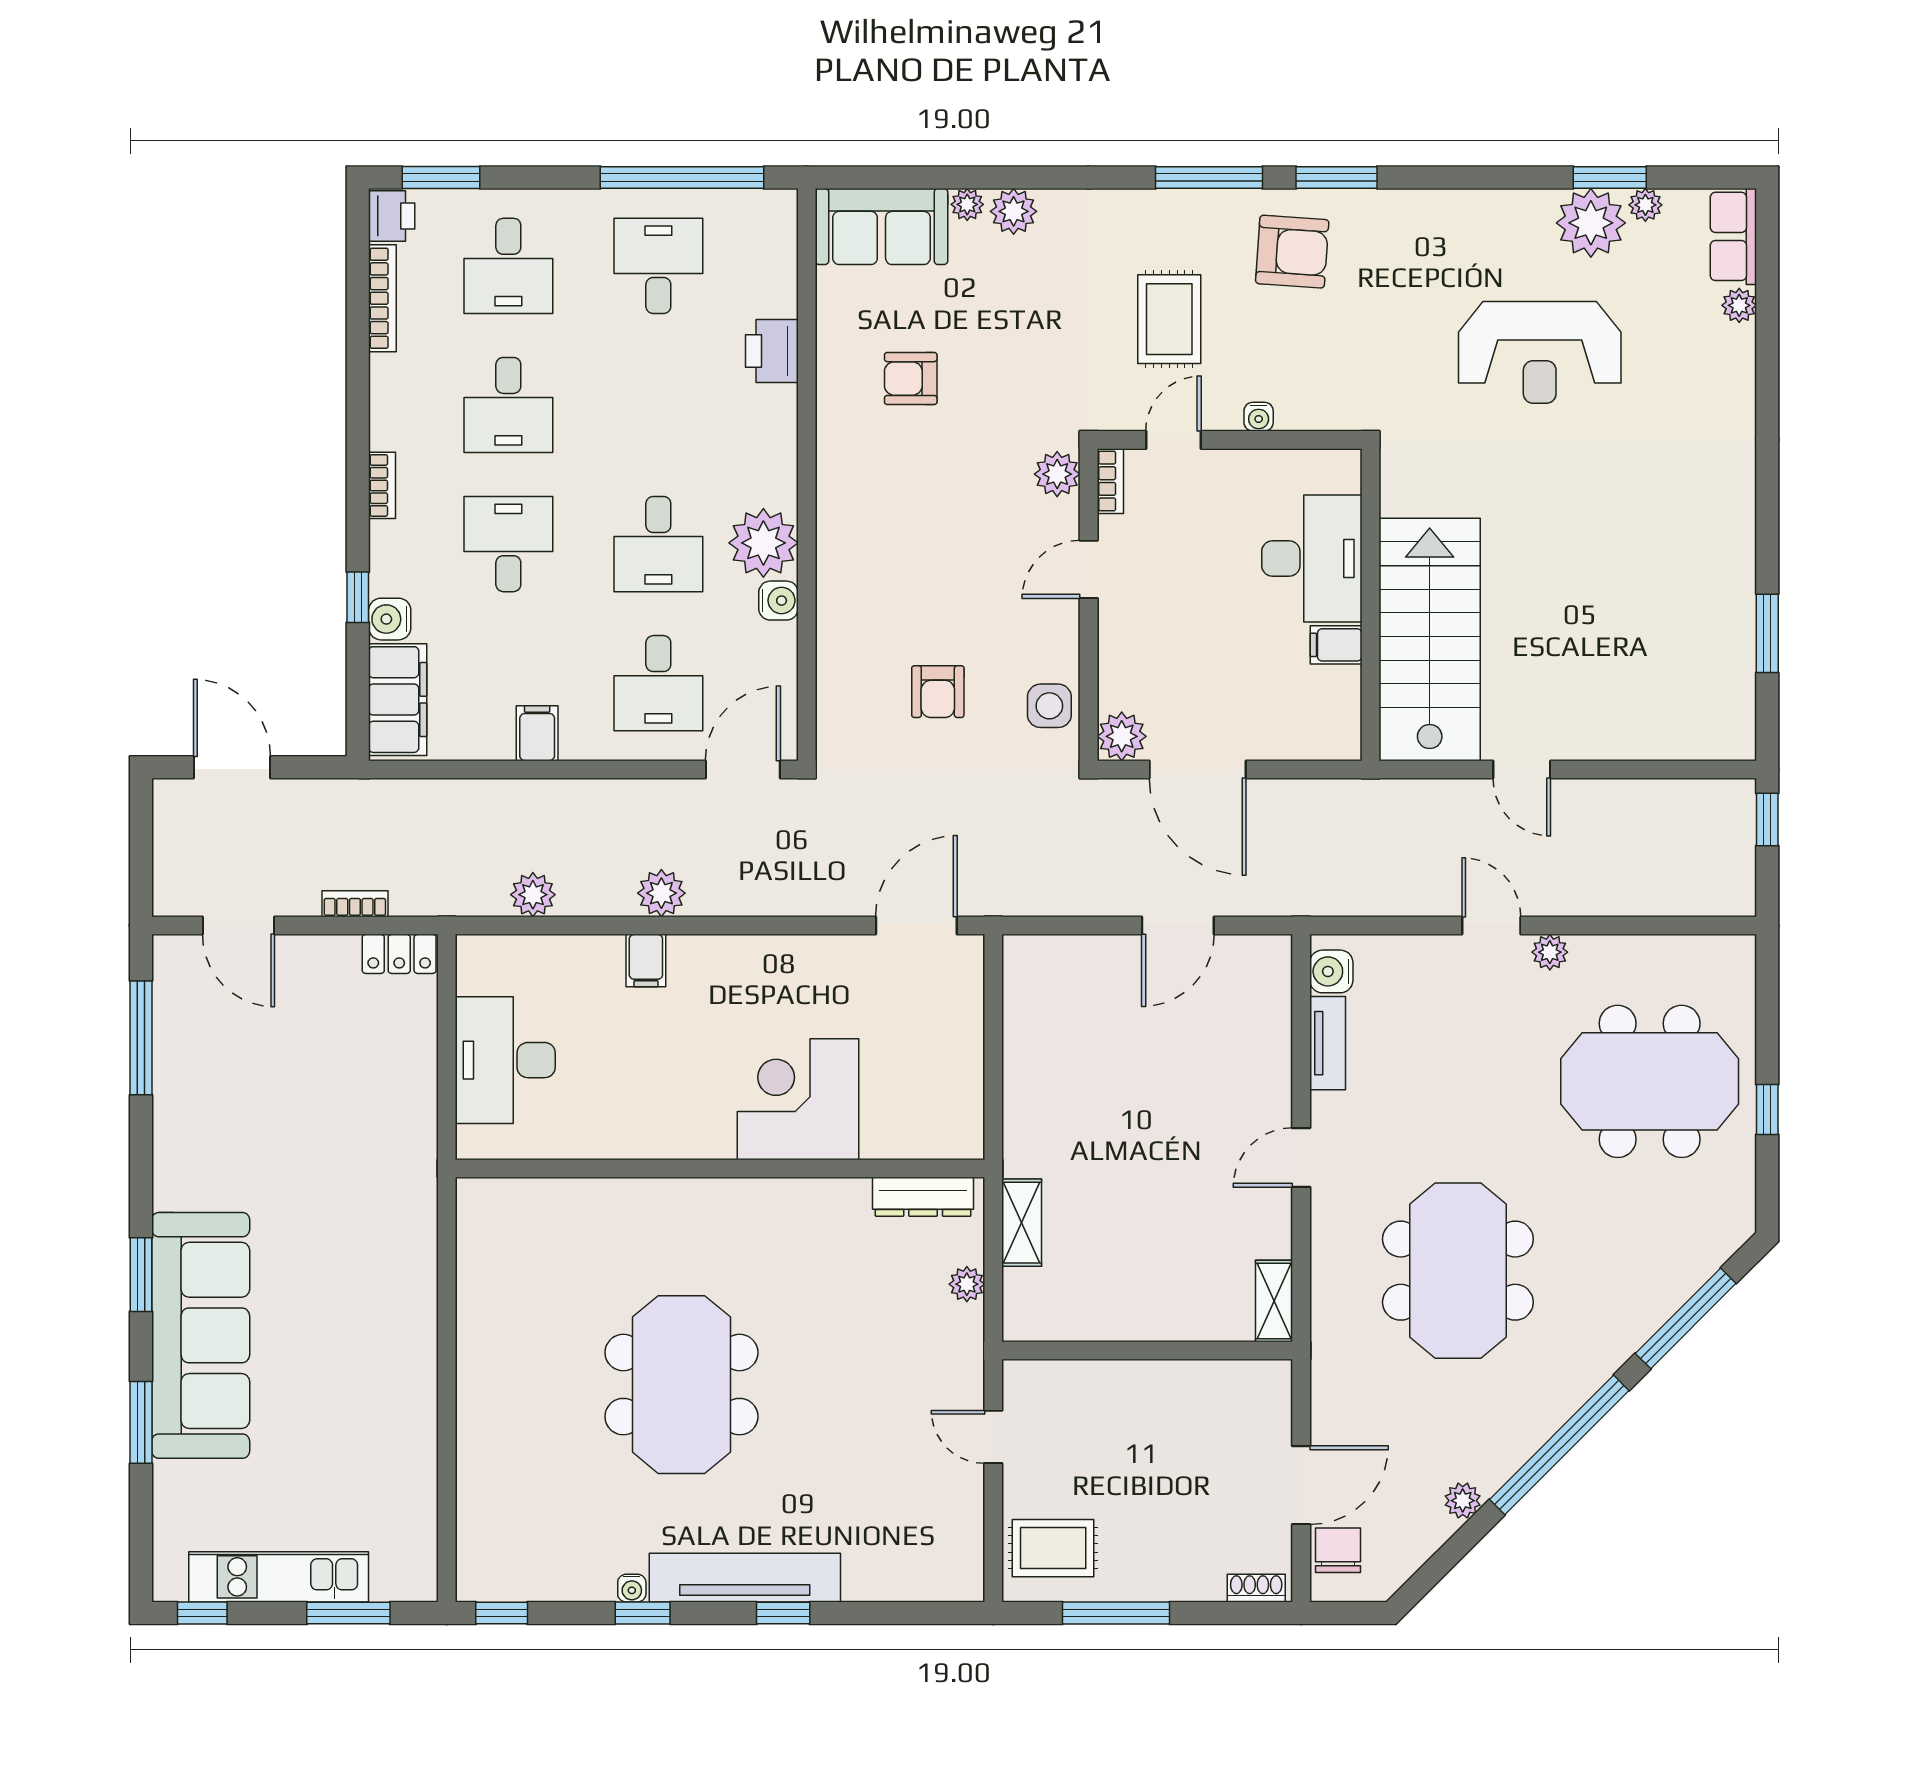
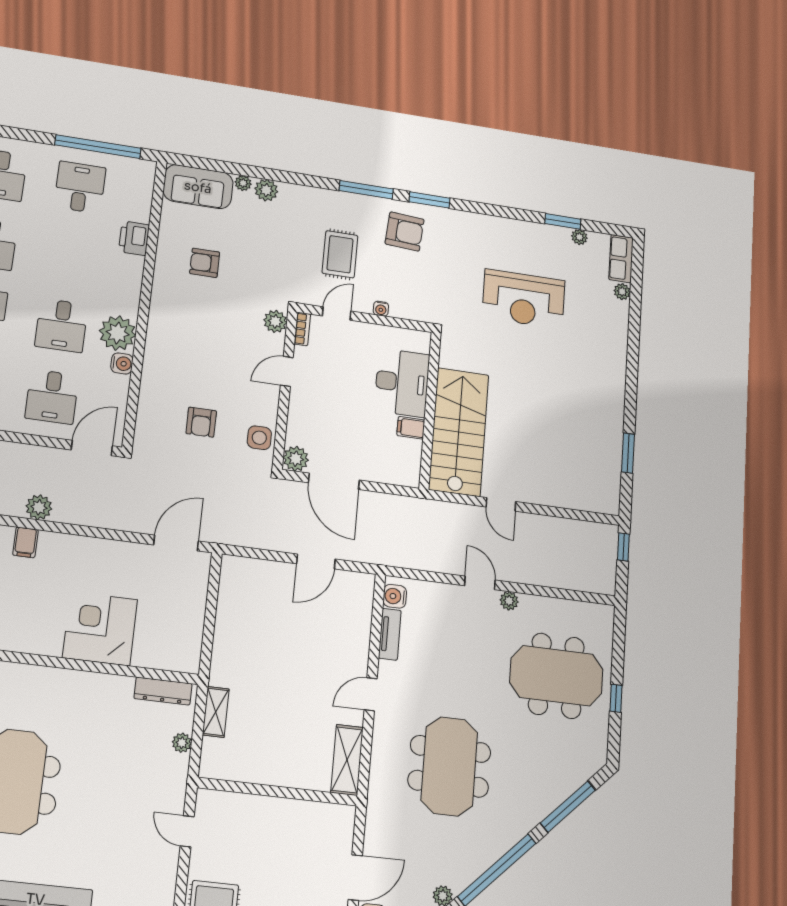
plant: (1591, 223) -> (552, 241), removed
shelving: (1274, 1301) -> (347, 760), width x1.50, depth x1.33

